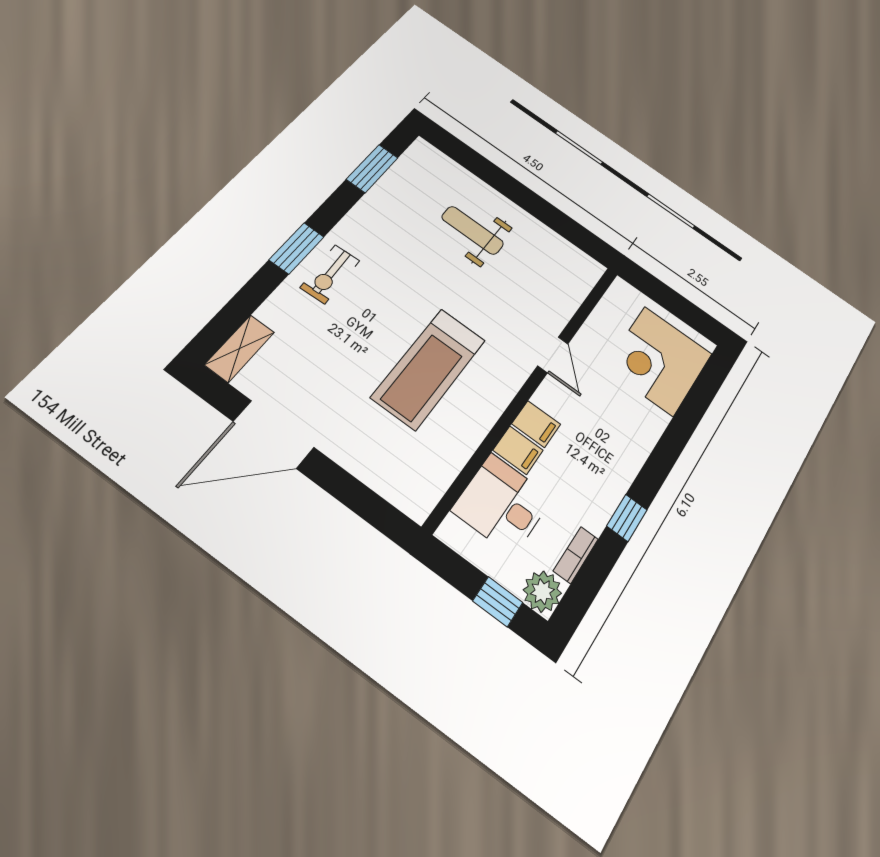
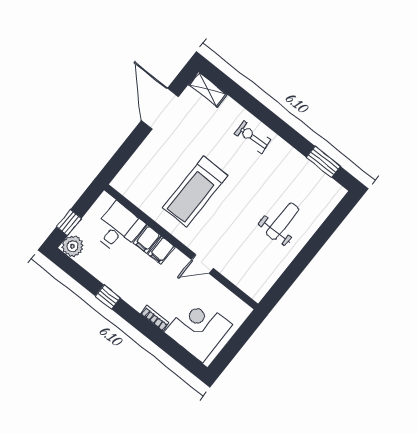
window: (297, 248) -> (269, 118), removed
treadmill: (429, 369) -> (195, 192), turned -90
bookcase: (576, 555) -> (155, 318), moved

